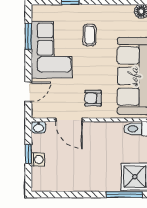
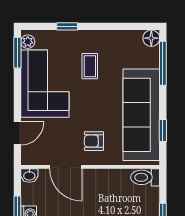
plant: (37, 14) -> (28, 42), added
window: (28, 36) -> (17, 53), moved

